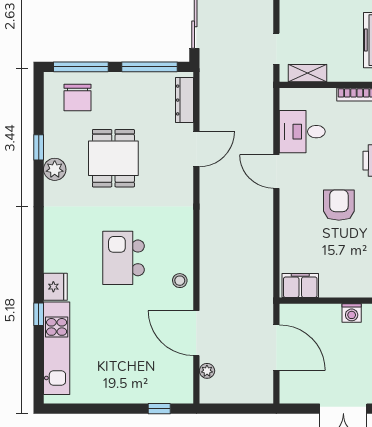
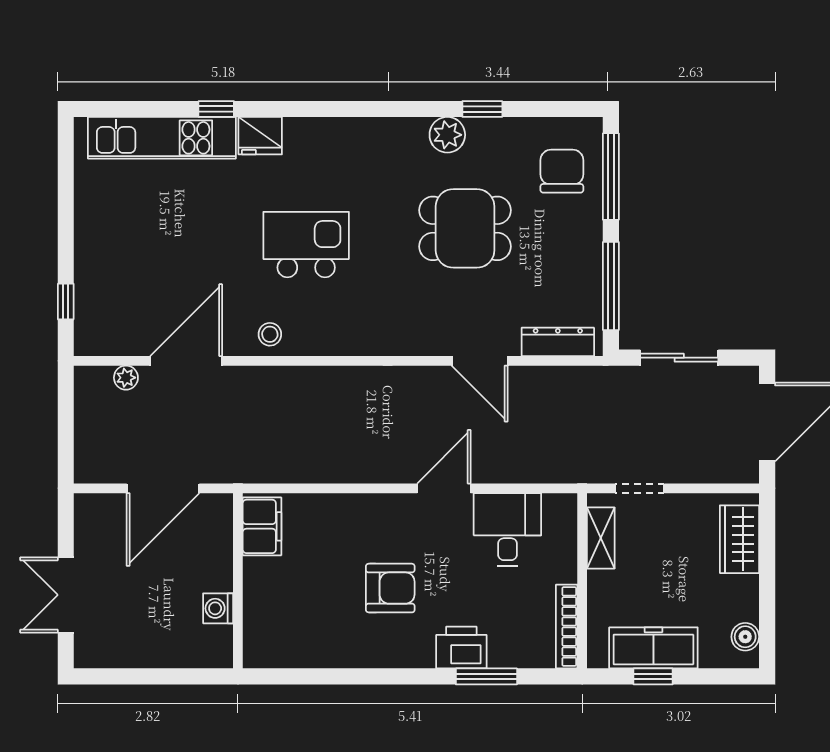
chair: (77, 98) -> (562, 171), turned 90

